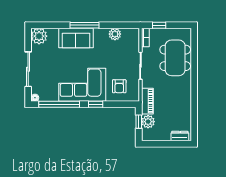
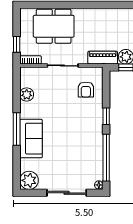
corner sofa: (82, 85) -> (84, 132), removed
armchair: (119, 86) -> (86, 90), turned 90

